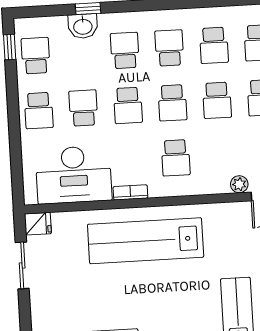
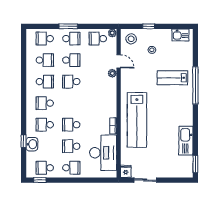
school desk: (217, 100) -> (71, 82), turned 180
school desk: (172, 103) -> (71, 103), removed
school desk: (128, 105) -> (71, 125), turned 180
school desk: (176, 158) -> (98, 103), removed

